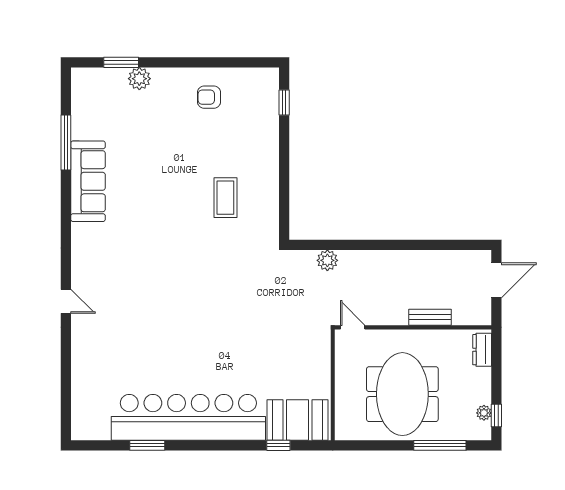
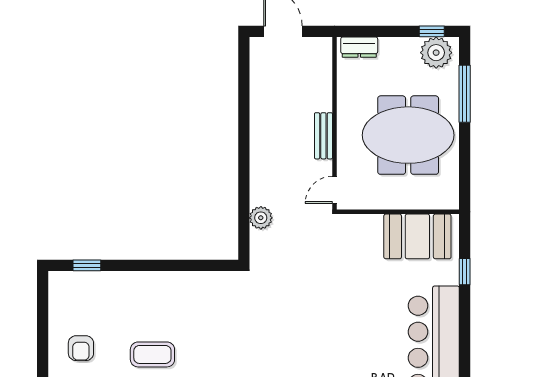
coffee table: (225, 198) -> (152, 354), moved
bench: (430, 317) -> (323, 136), moved
plant: (484, 413) -> (436, 53), width x1.87, depth x1.87
booth: (297, 420) -> (417, 236), moved, turned 90

